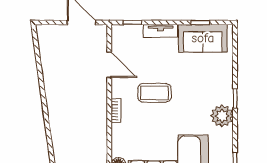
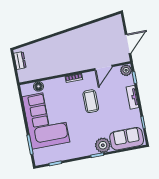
plant: (119, 33) -> (126, 70), added
sofa: (203, 38) -> (127, 139), moved, turned 90
plant: (222, 116) -> (103, 145), moved

